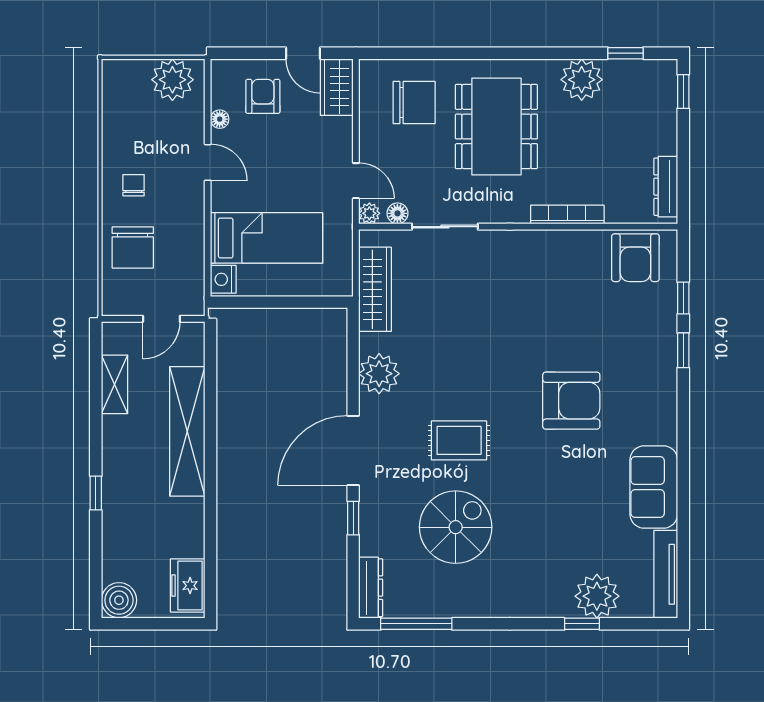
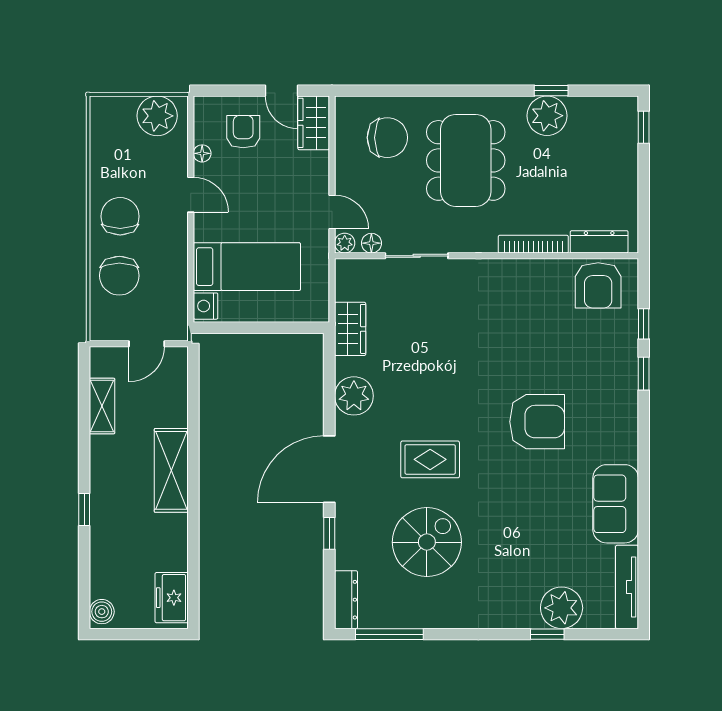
window: (625, 53) -> (551, 91), moved
chair: (134, 185) -> (120, 216), width x1.87, depth x1.87
dresser: (666, 187) -> (599, 242), moved, turned 90
wardrobe: (375, 289) -> (350, 329), width x0.67
shelving: (187, 431) -> (171, 470), width x0.68
boiler: (119, 600) -> (102, 612), width x0.73, depth x0.73

